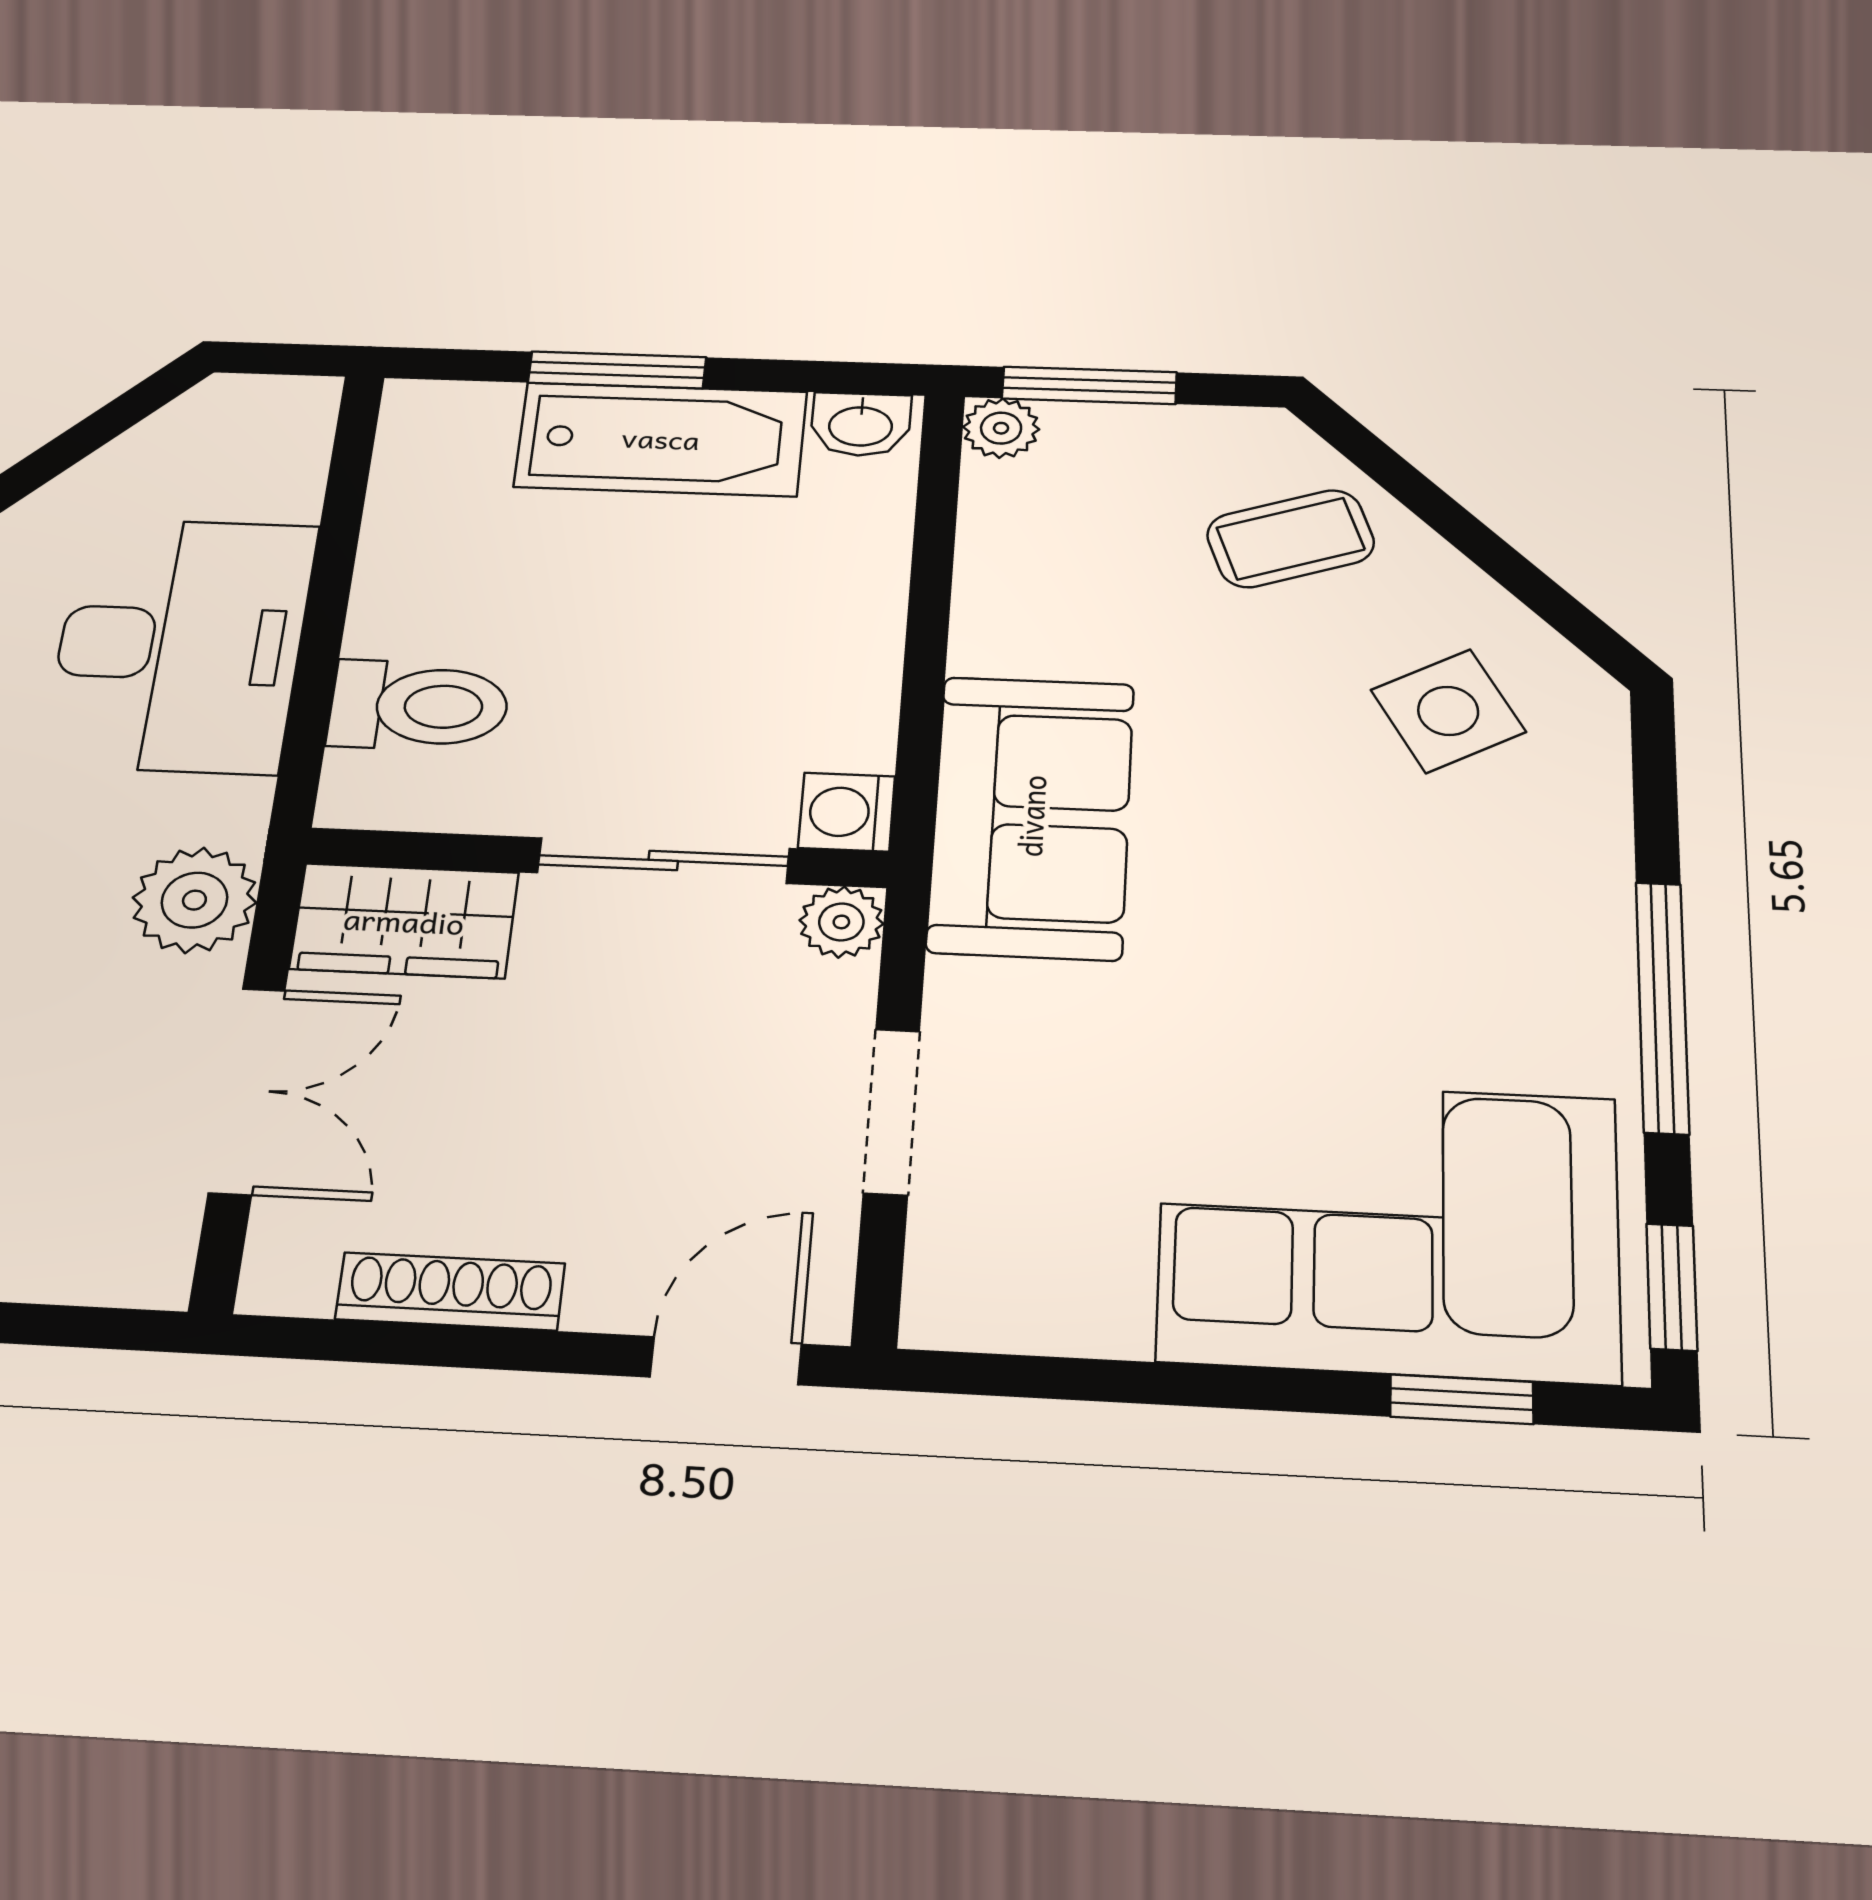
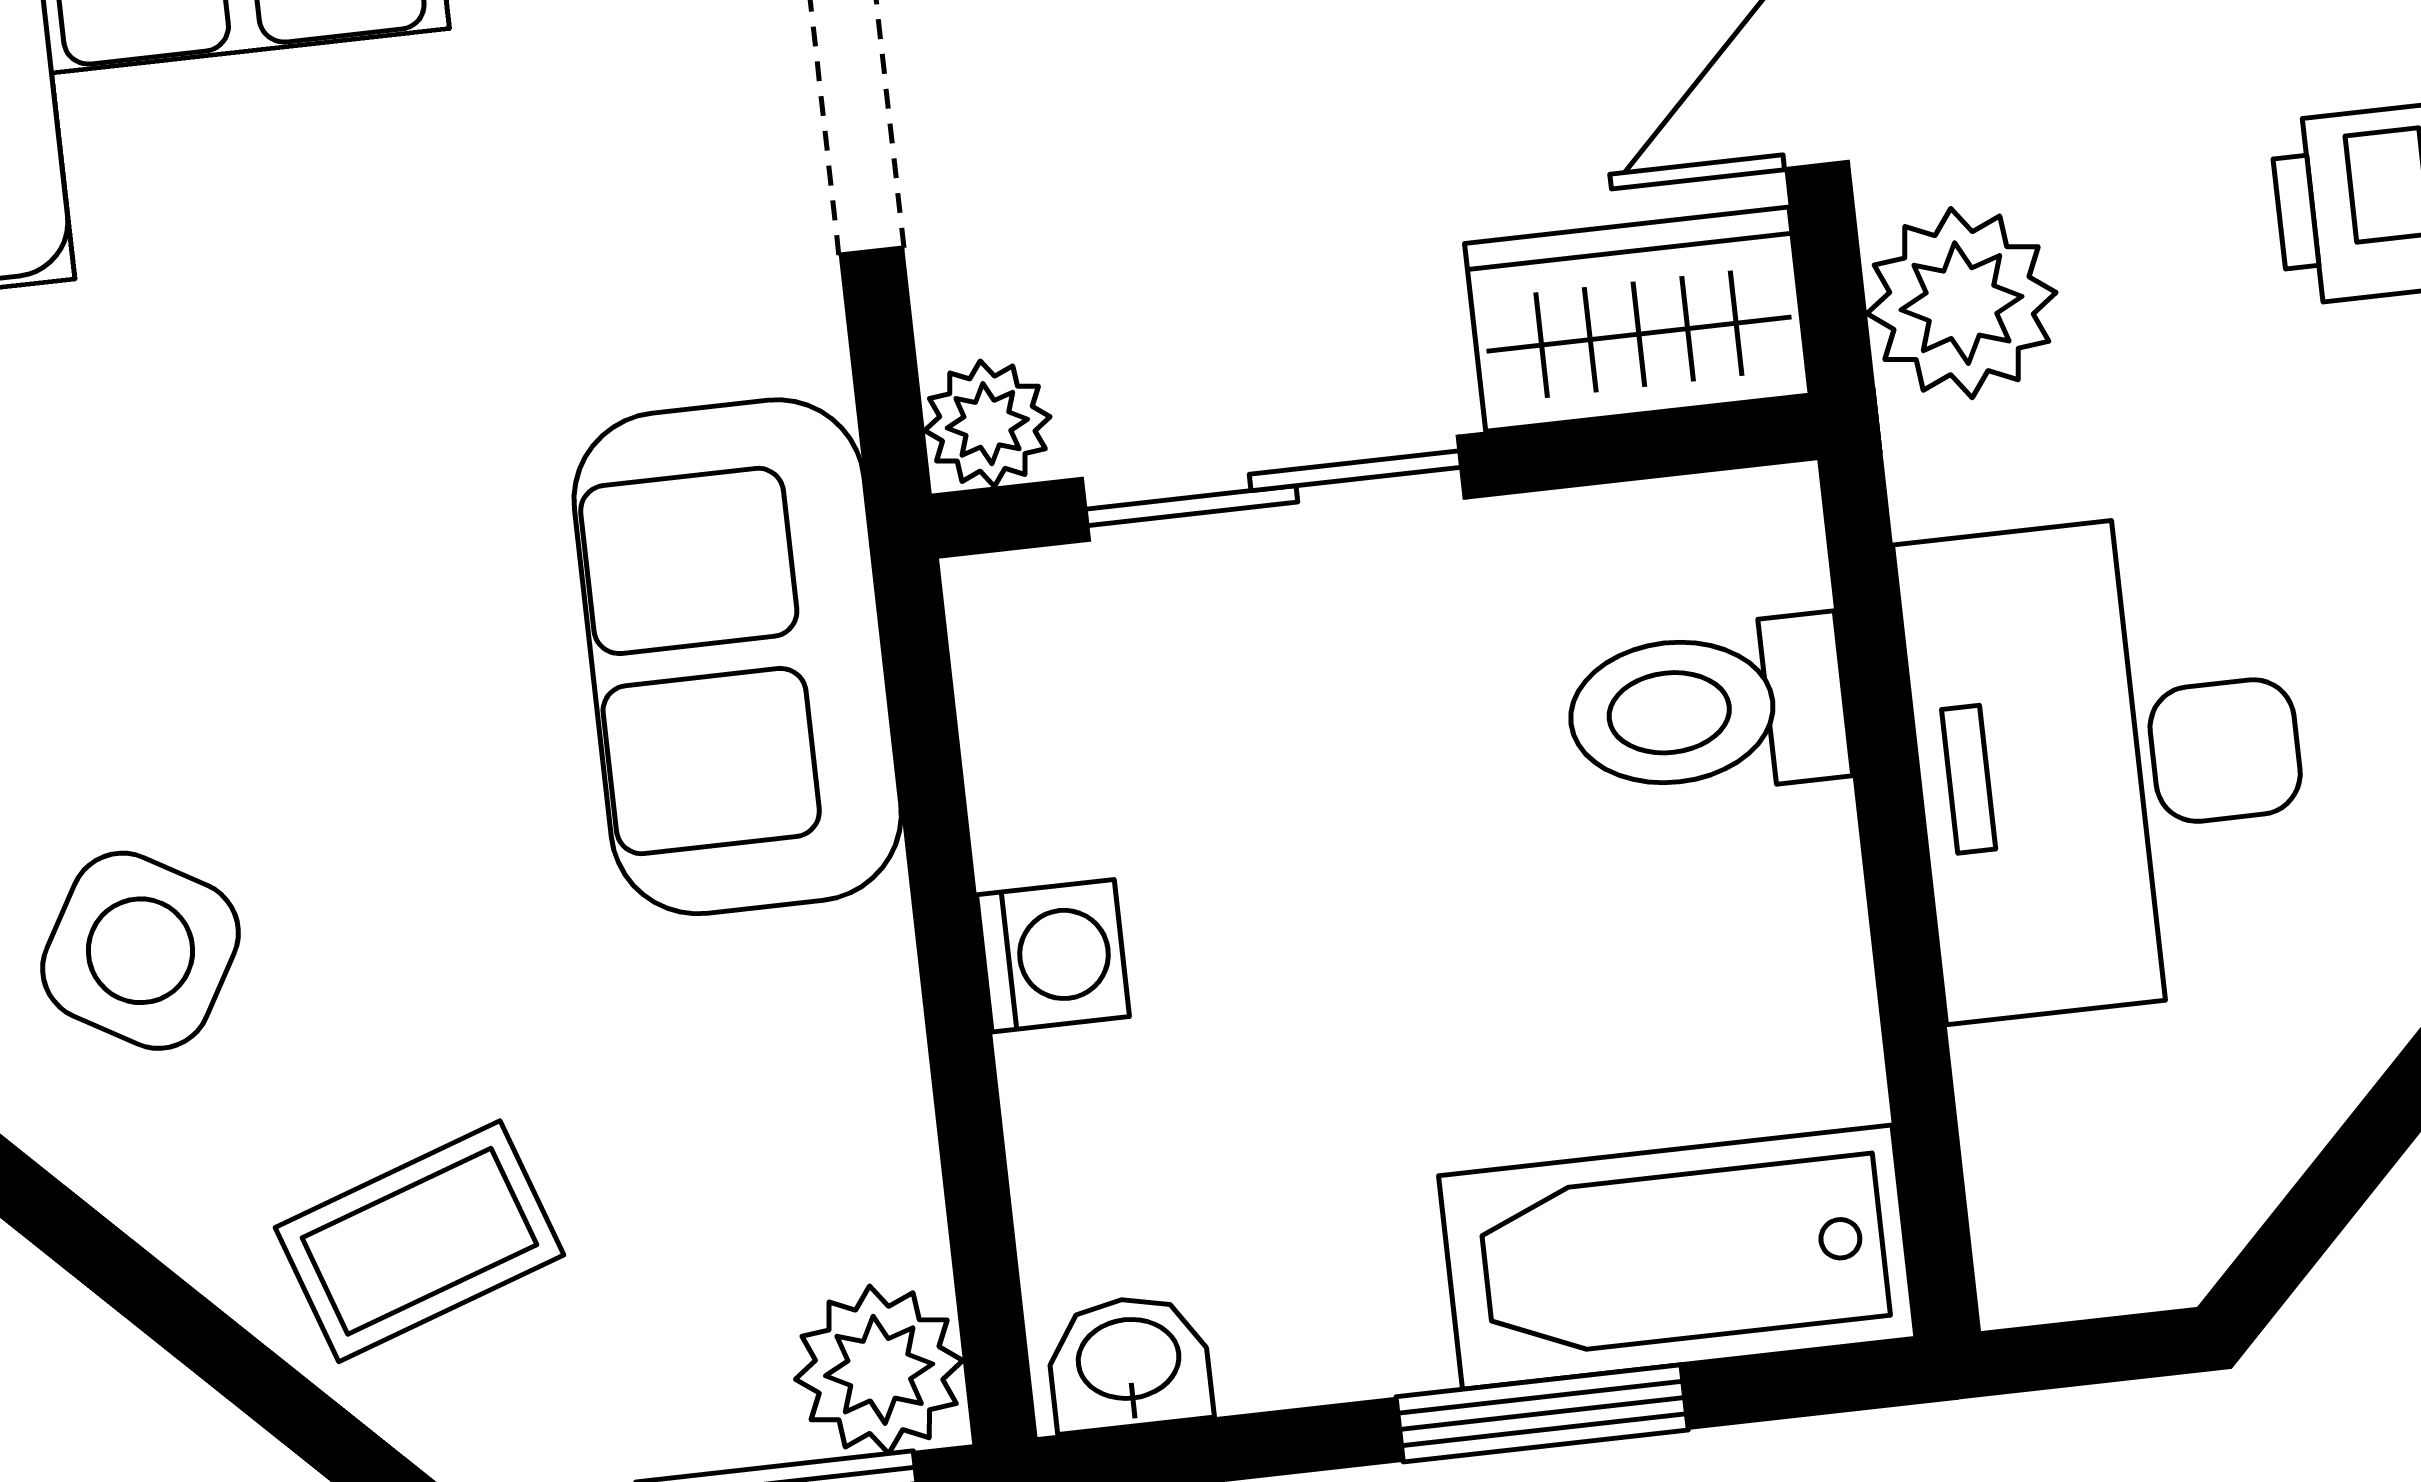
plant: (1001, 428) -> (879, 1370), width x1.38, depth x1.38
bathtub: (661, 439) -> (1677, 1257), moved
side table: (1448, 711) -> (141, 951), turned -31
washing machine: (847, 812) -> (1053, 956), moved

